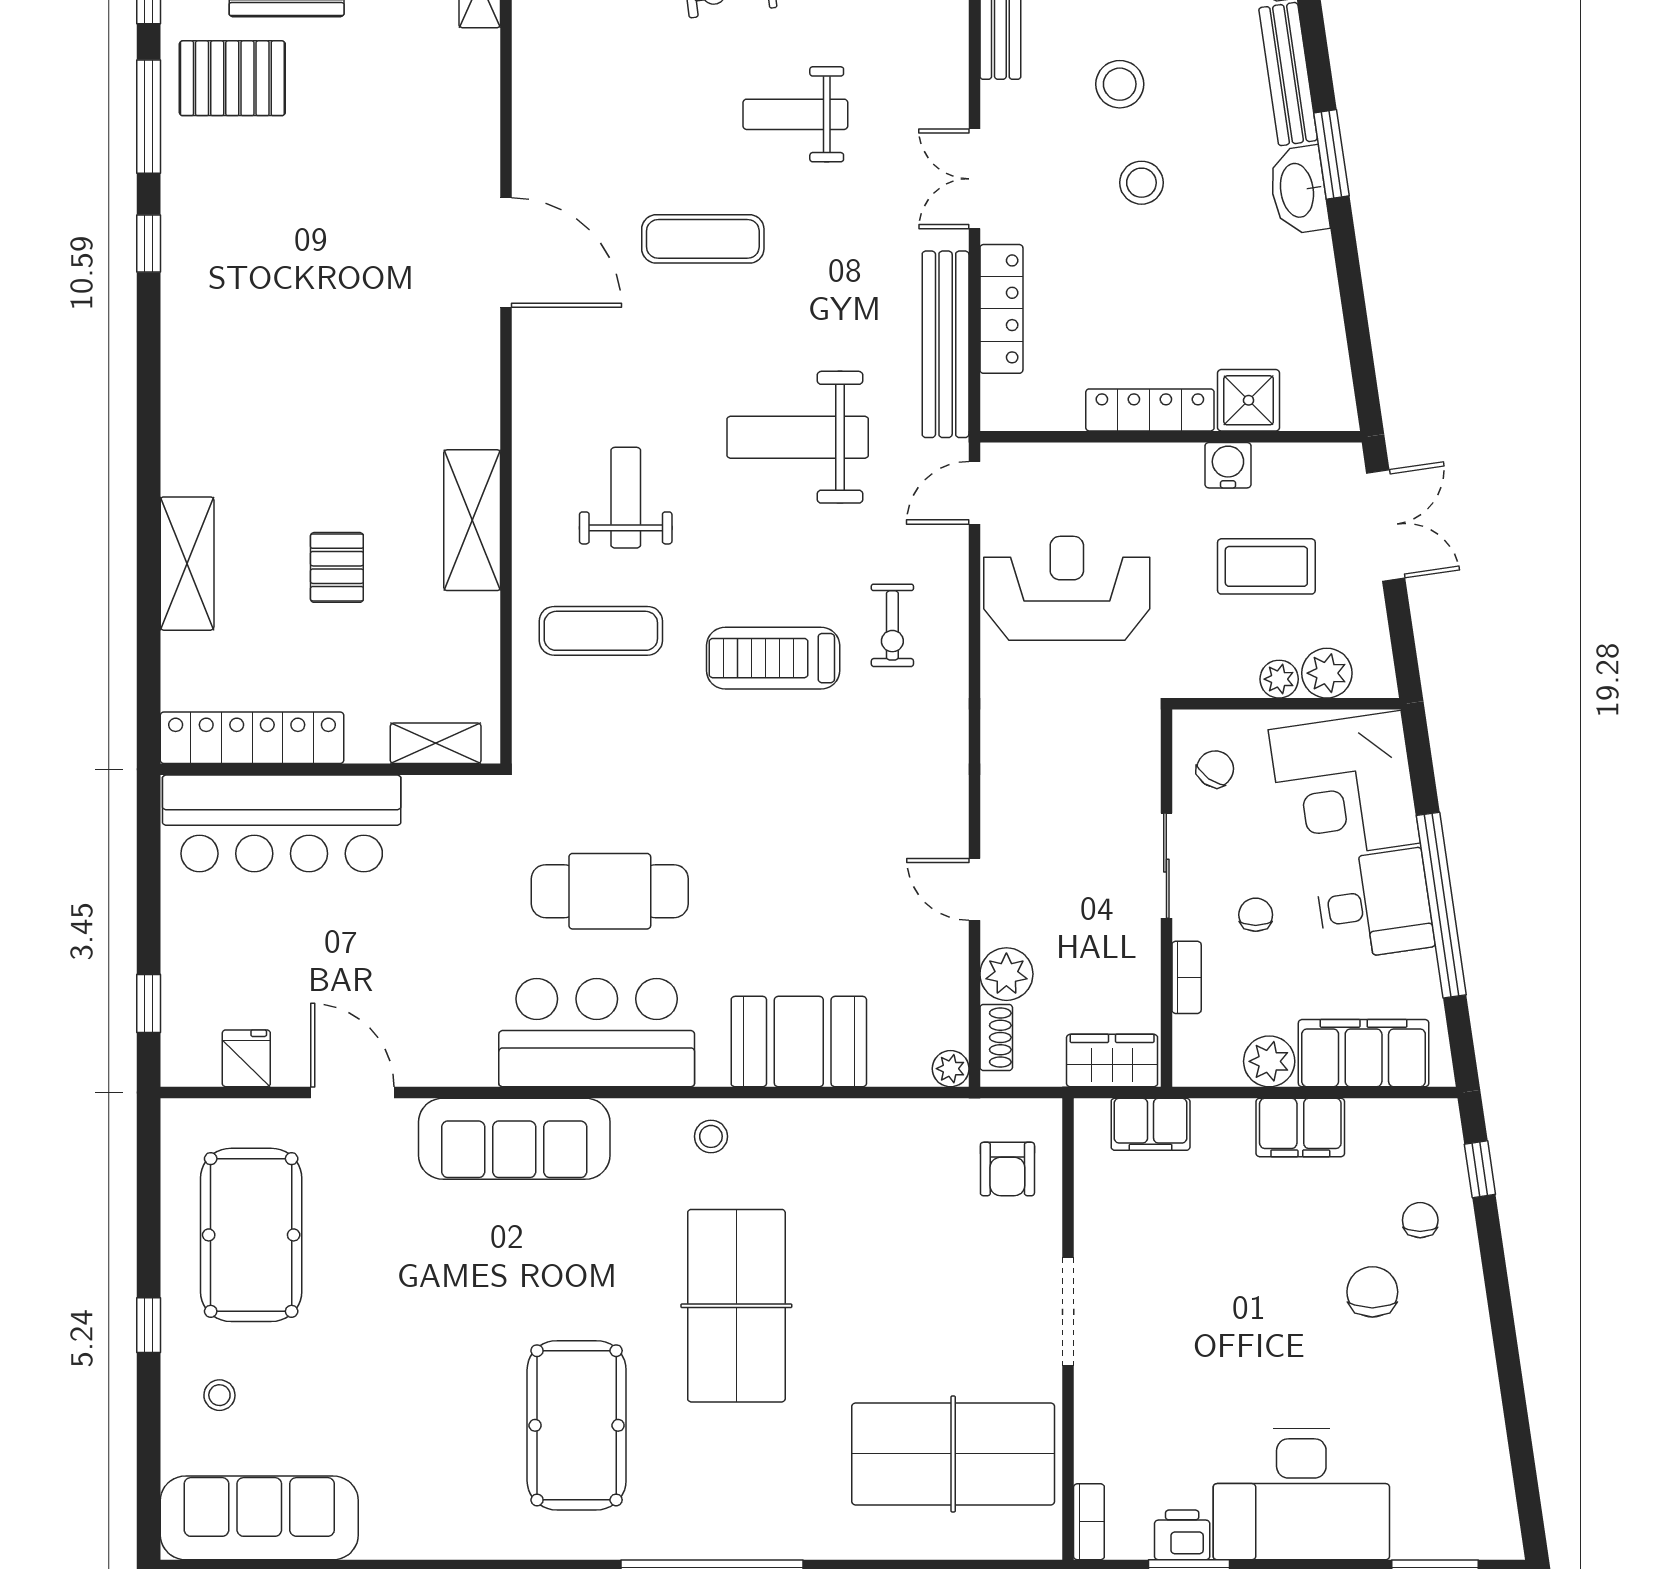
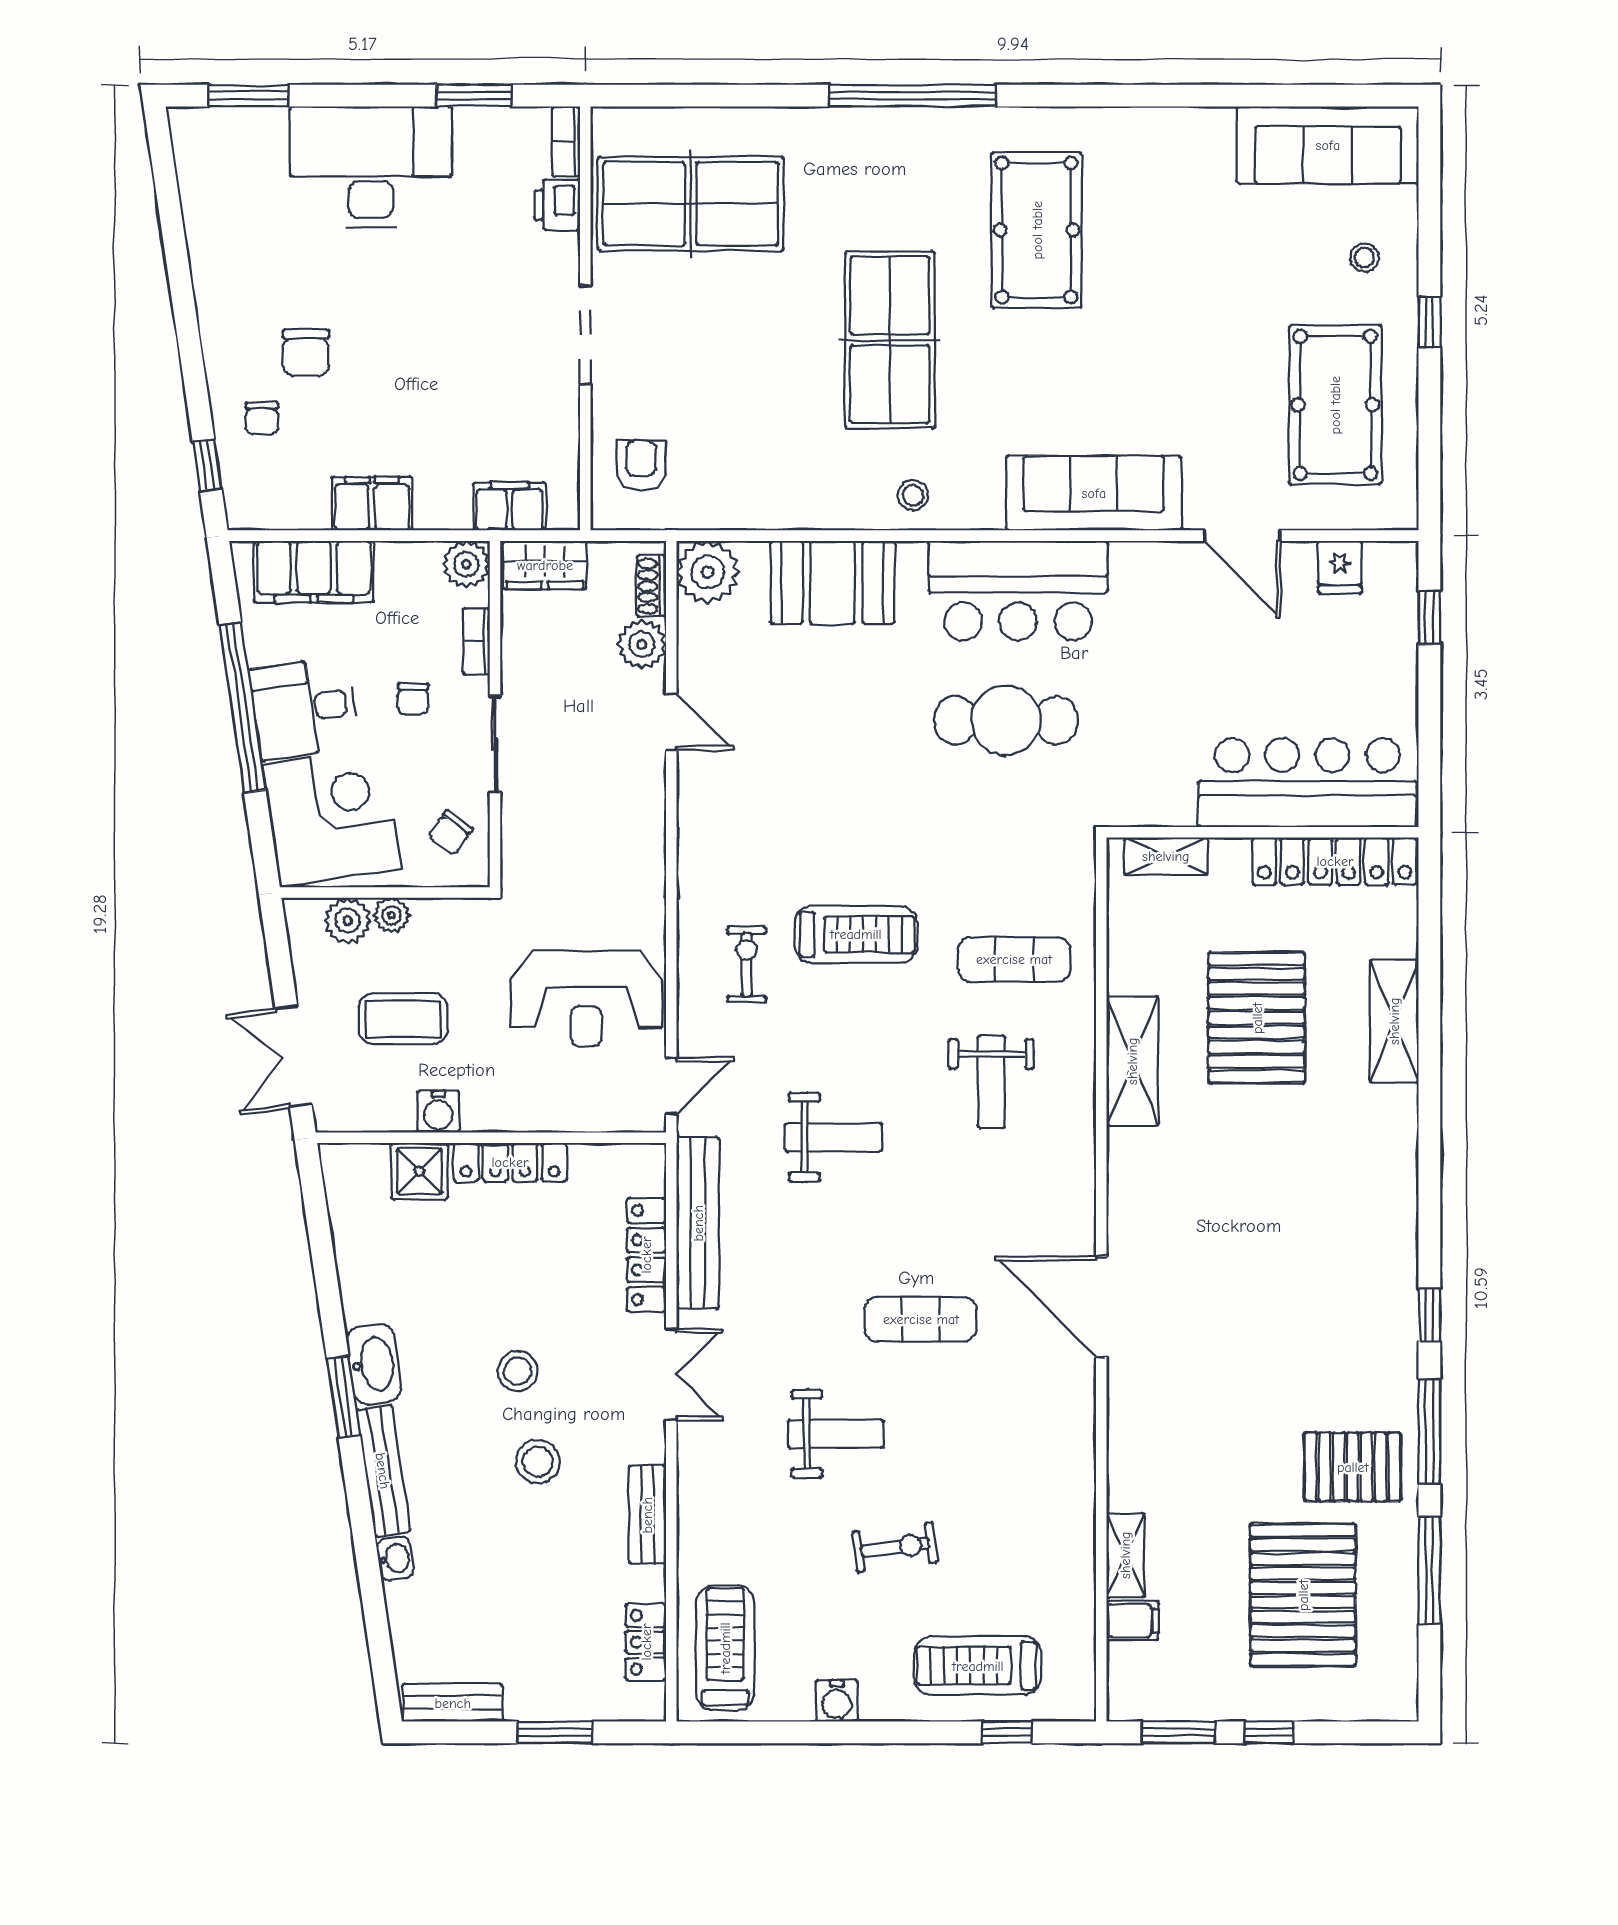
weight bench: (798, 437) -> (834, 1137), width x0.73, depth x0.75
pallet: (337, 567) -> (1257, 1018), width x2.05, depth x2.00
plant: (1269, 1061) -> (466, 564), moved
plant: (951, 1069) -> (708, 572), width x1.87, depth x1.87
printer: (1182, 1535) -> (557, 205), moved, turned 90

